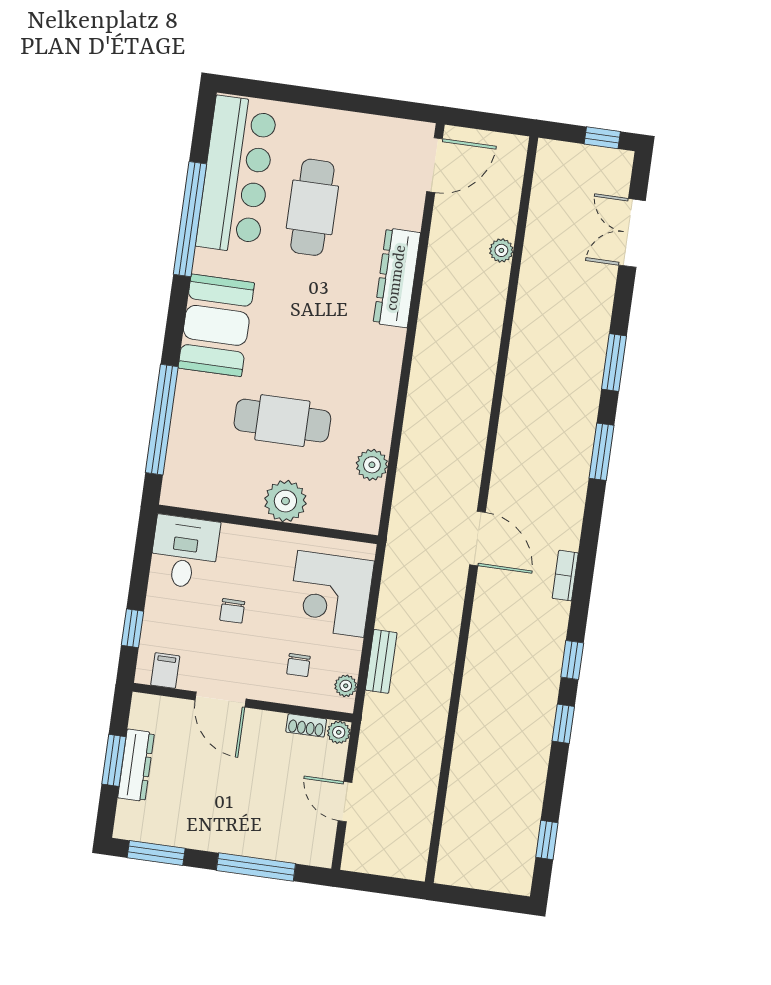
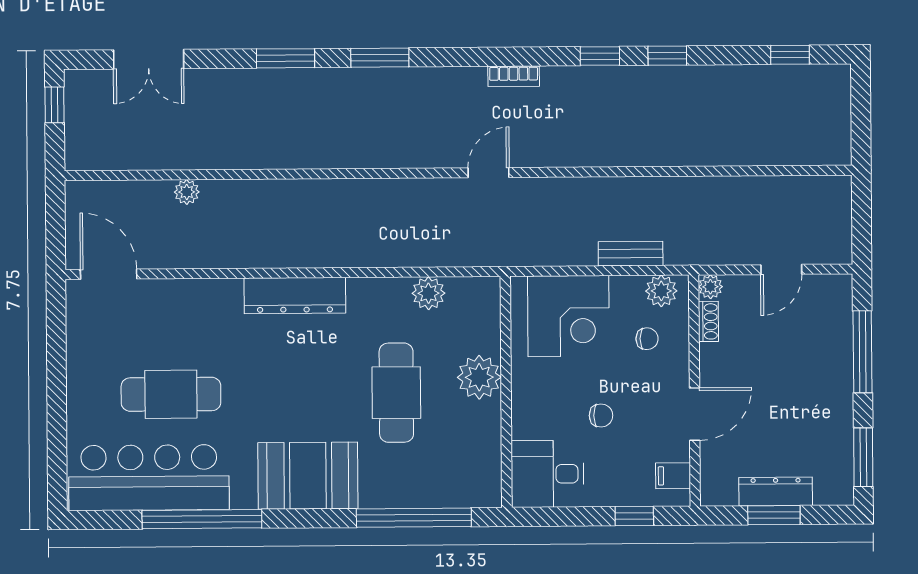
dresser: (397, 278) -> (295, 296), moved
door: (477, 538) -> (489, 173), width x0.73
plant: (346, 686) -> (661, 291), width x1.38, depth x1.38

